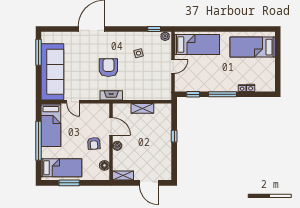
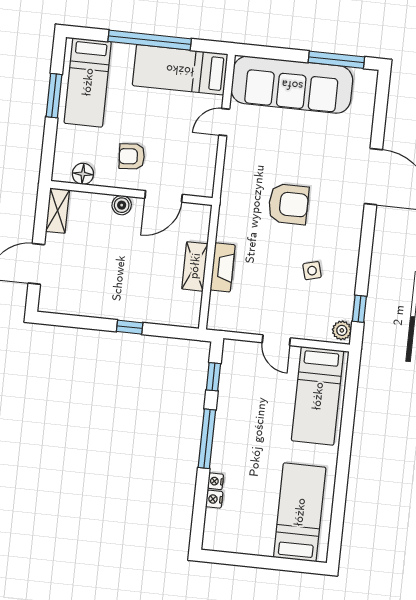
fireplace: (111, 95) -> (223, 267), moved

